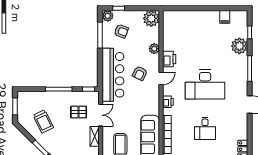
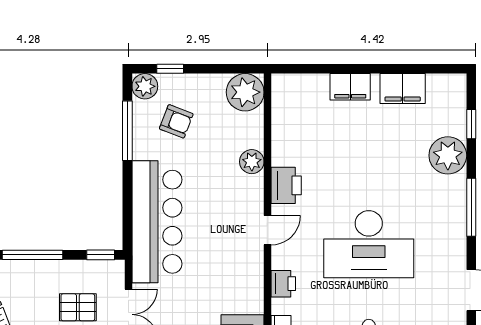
filing cabinet: (197, 16) -> (350, 87), added
filing cabinet: (225, 17) -> (403, 89), width x2.00
armchair: (140, 73) -> (219, 218), removed

